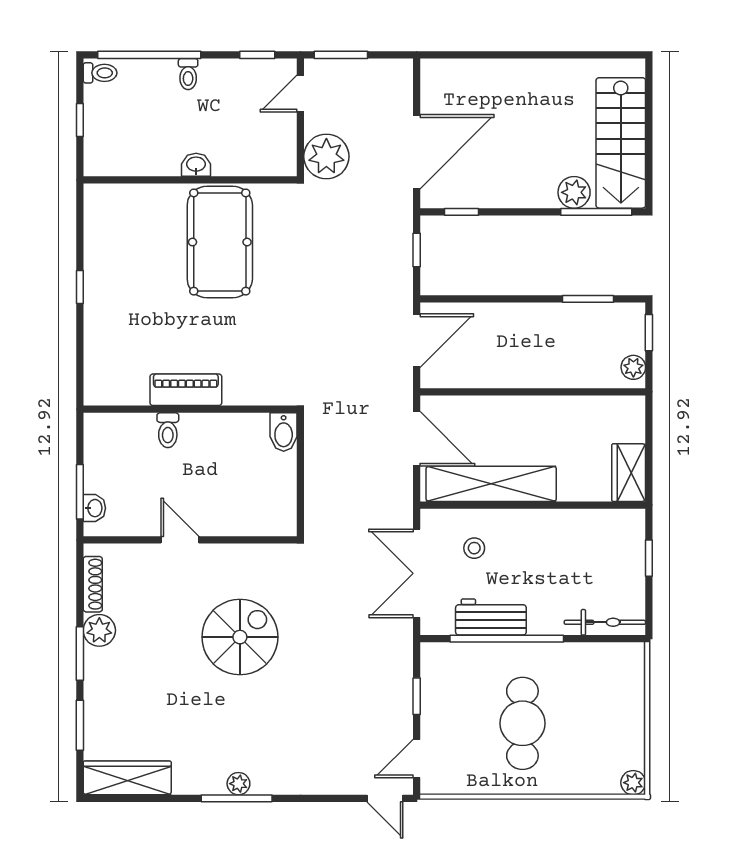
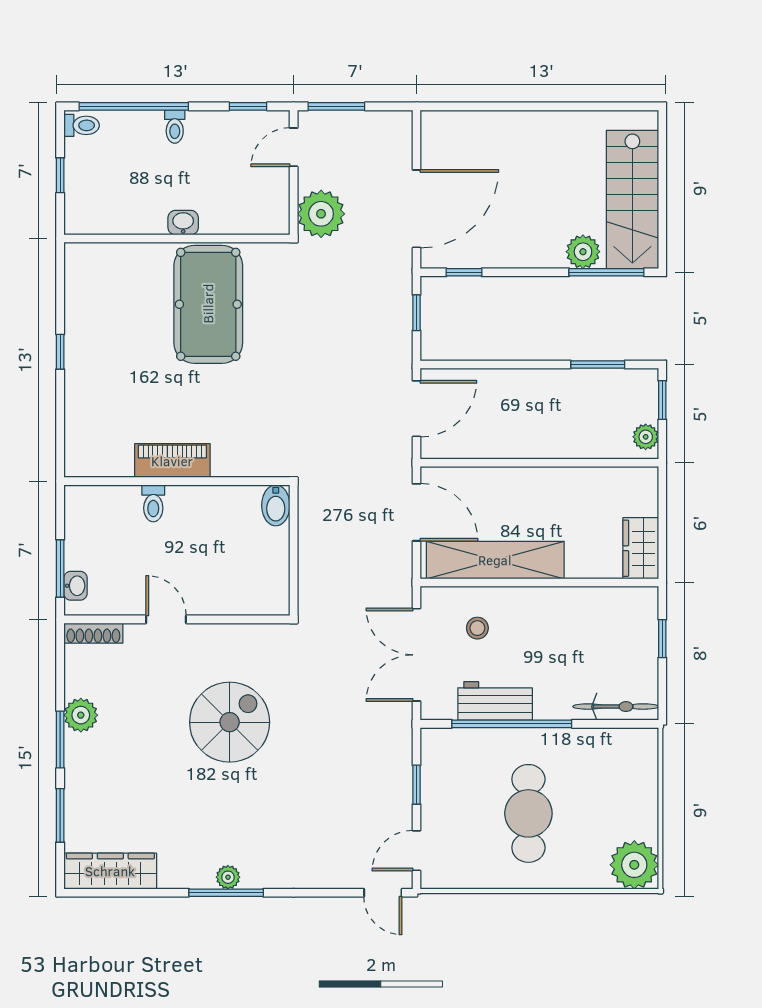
shoe rack: (93, 584) -> (93, 633), moved, turned 90
plant: (633, 783) -> (634, 865), width x1.88, depth x1.88

